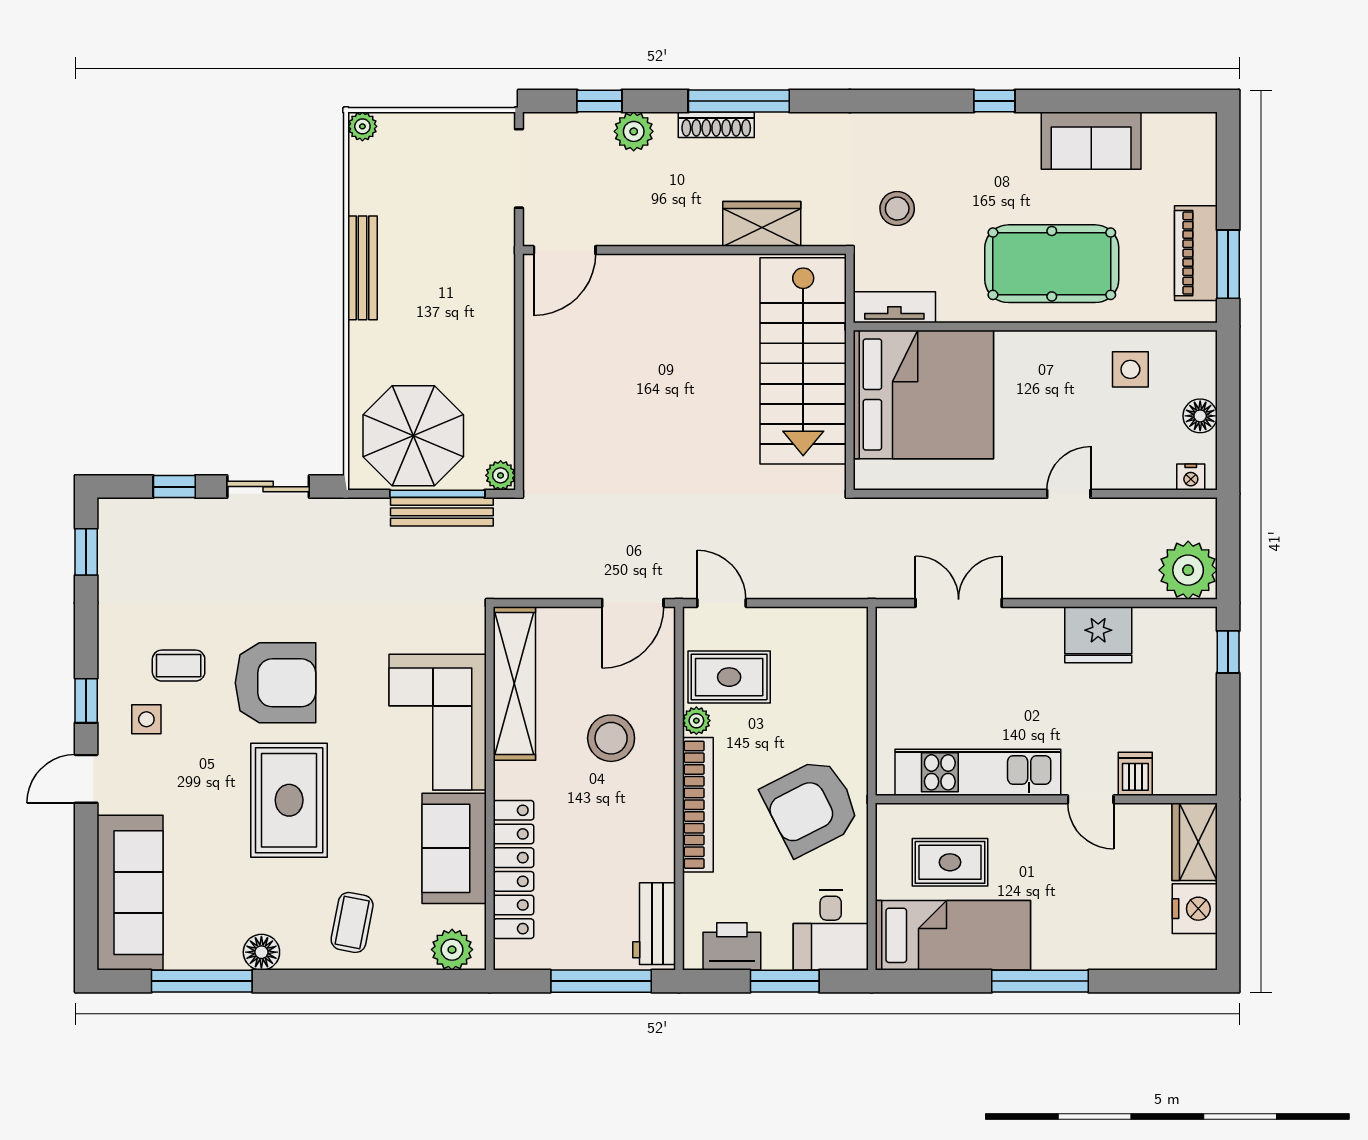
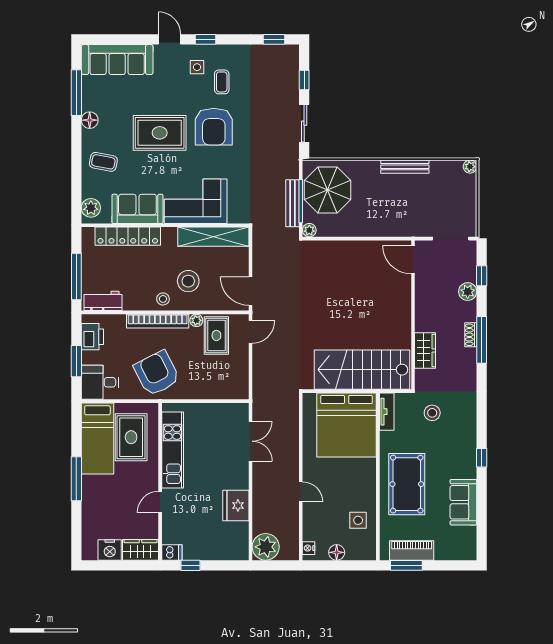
shoe rack: (716, 125) -> (471, 335), width x0.70
window: (1228, 652) -> (191, 565), moved
dishwasher: (1135, 774) -> (172, 552), moved
stool: (650, 793) -> (163, 299), added
rug: (950, 862) -> (131, 437), width x1.36, depth x1.43

